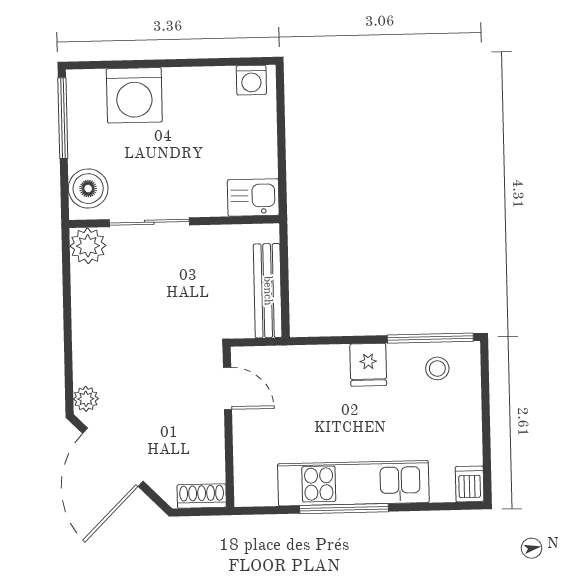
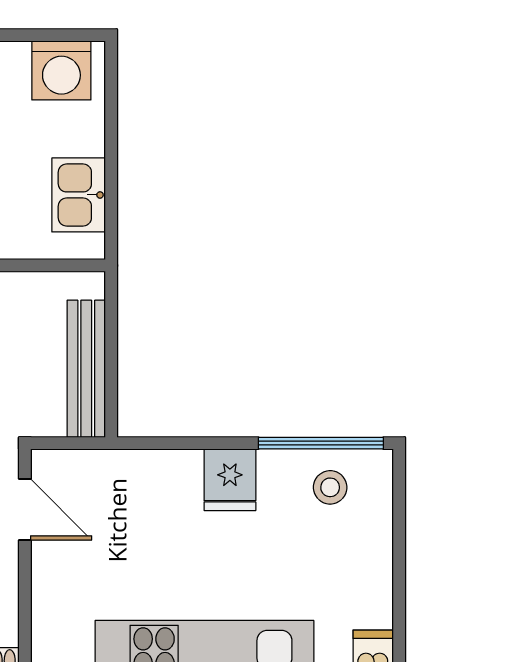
washing machine: (251, 80) -> (61, 70), width x1.38, depth x1.38
kitchen sink: (253, 197) -> (79, 195), moved, turned -90

